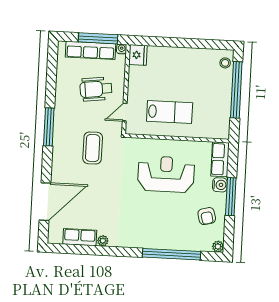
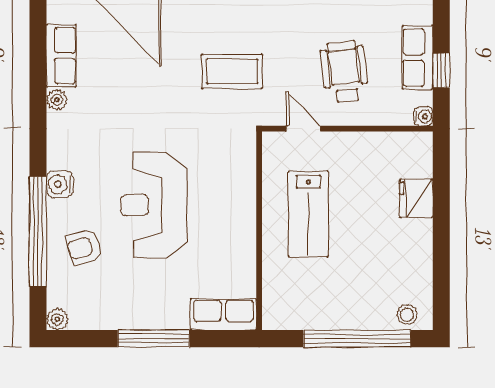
window: (98, 38) -> (441, 70), width x0.46
row of seats: (91, 50) -> (417, 57), width x0.68
fridge: (138, 55) -> (416, 198), moved, turned 90
reception desk: (166, 174) -> (154, 205), moved, turned 180
water cooler: (220, 185) -> (60, 184), moved, turned 90
armchair: (207, 216) -> (84, 247), moved

